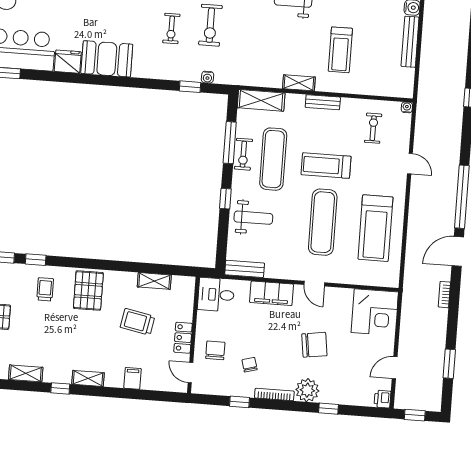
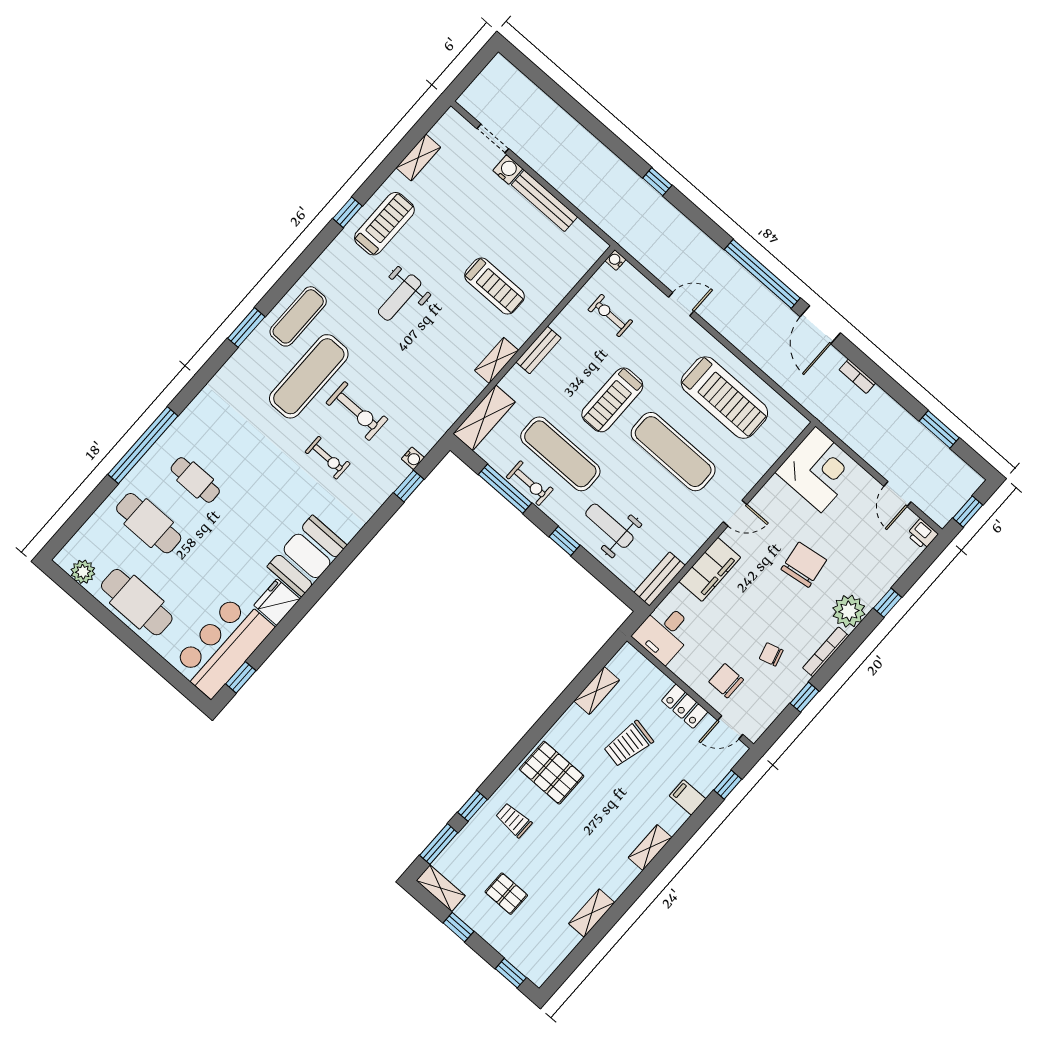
weight bench: (253, 218) -> (609, 526), turned -90
window: (60, 388) -> (728, 785), moved

